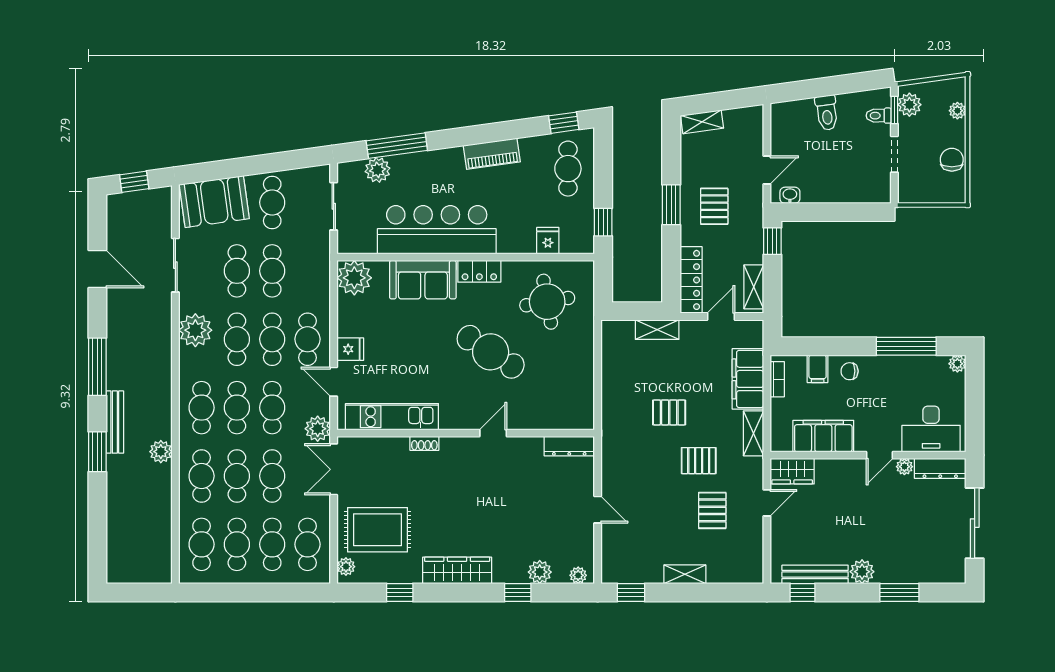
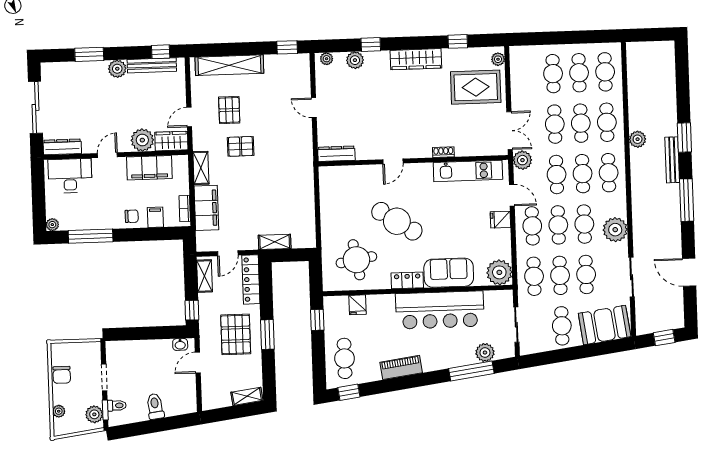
pallet: (714, 206) -> (236, 334), width x1.50, depth x1.42
pallet: (669, 412) -> (264, 181), removed
plant: (904, 467) -> (142, 140), moved, width x1.88, depth x1.88
cafe table: (307, 544) -> (534, 276), moved
shelving: (685, 574) -> (229, 65), width x2.20, depth x1.33

